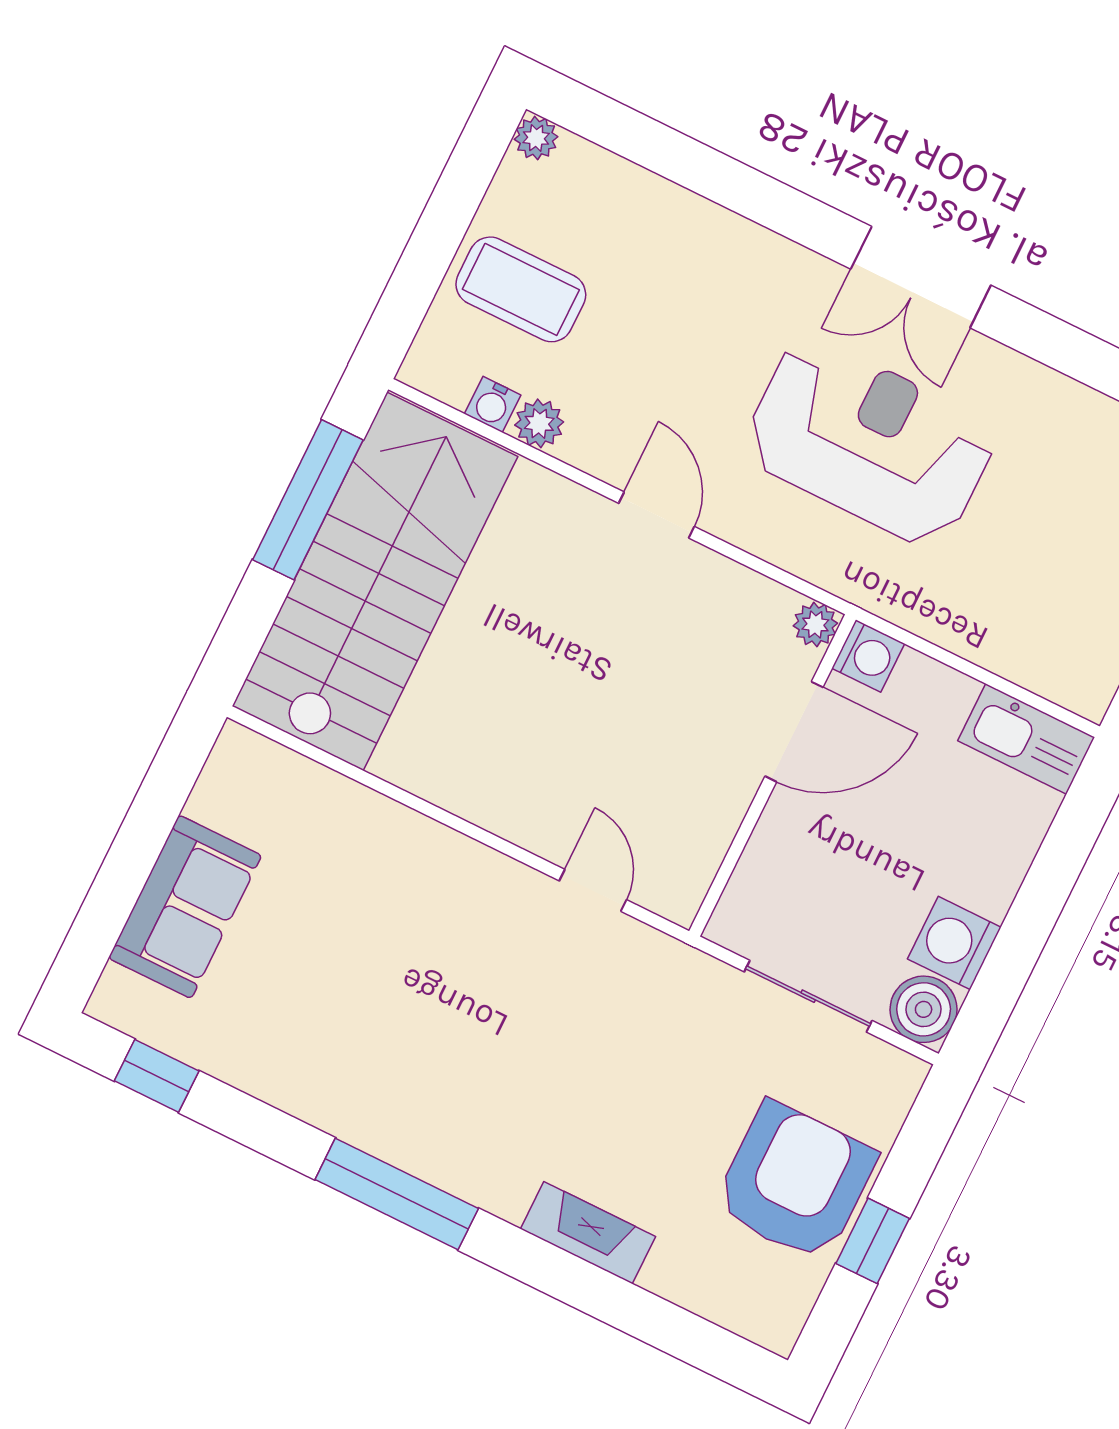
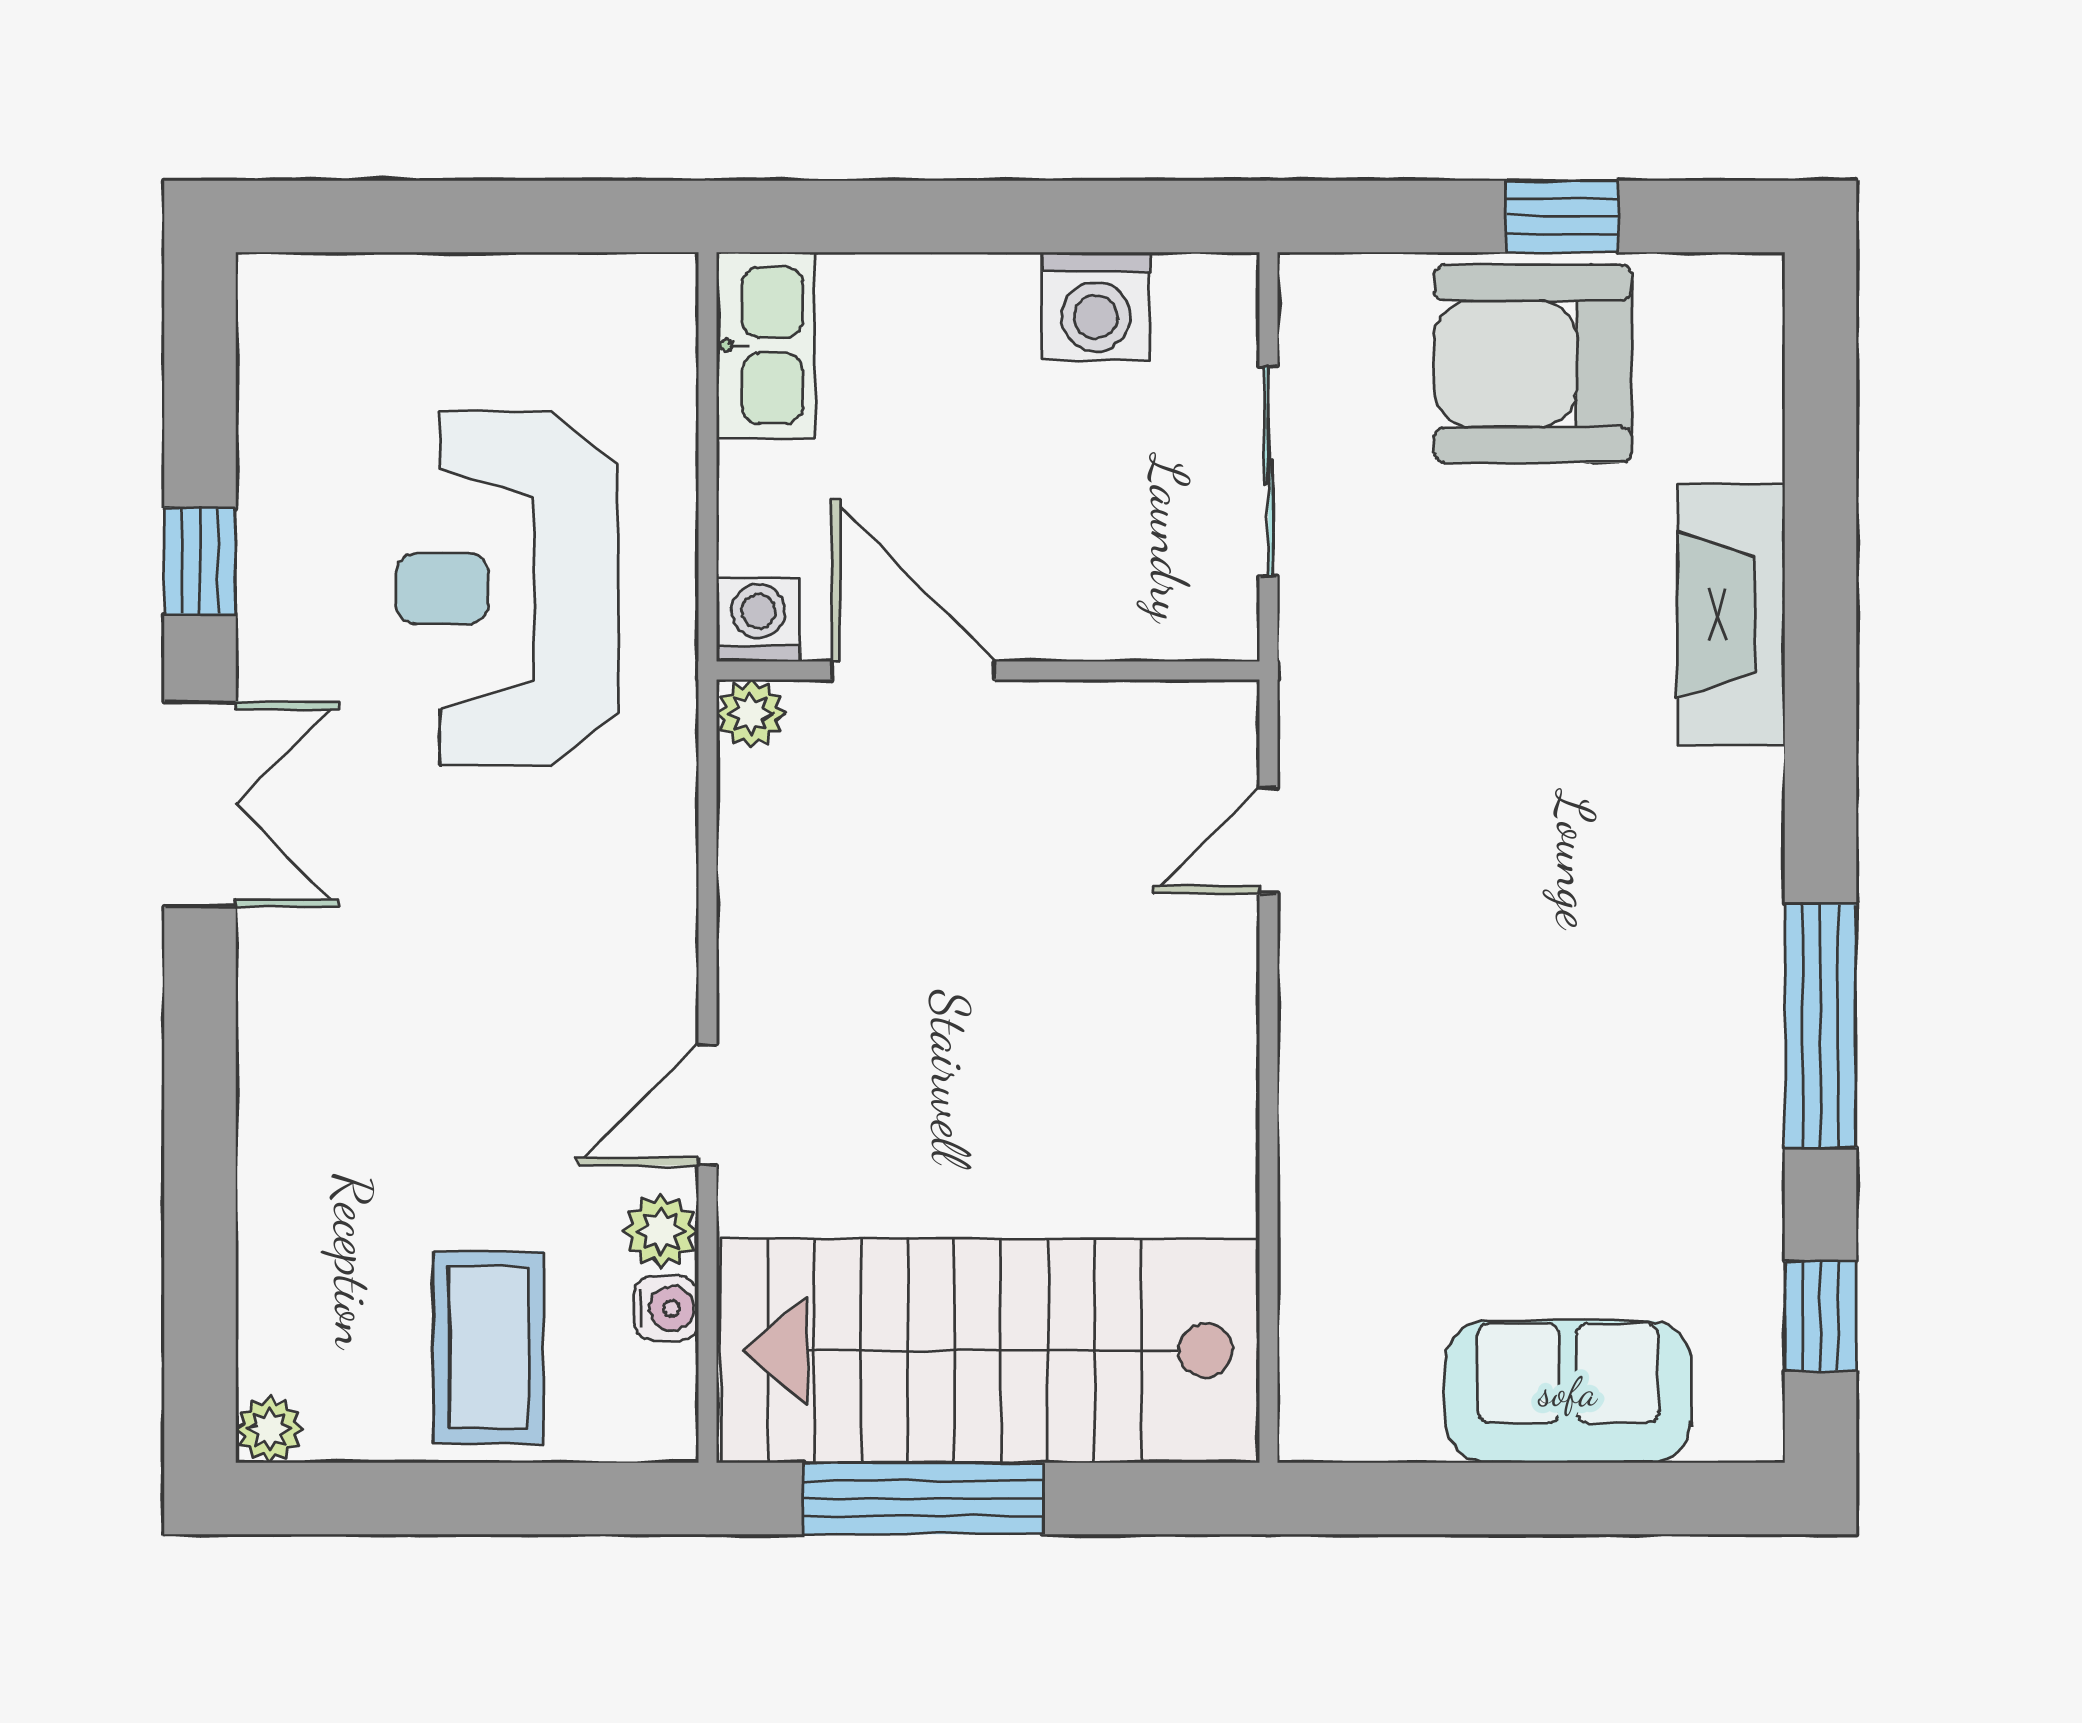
window: (1063, 347) -> (200, 561), added
reception desk: (869, 442) -> (507, 589), moved
door: (656, 515) -> (708, 1105), moved
boiler: (924, 1009) -> (1208, 303), removed
window: (397, 1194) -> (1820, 1026), moved
fireplace: (588, 1233) -> (1731, 615), width x1.37, depth x1.32

